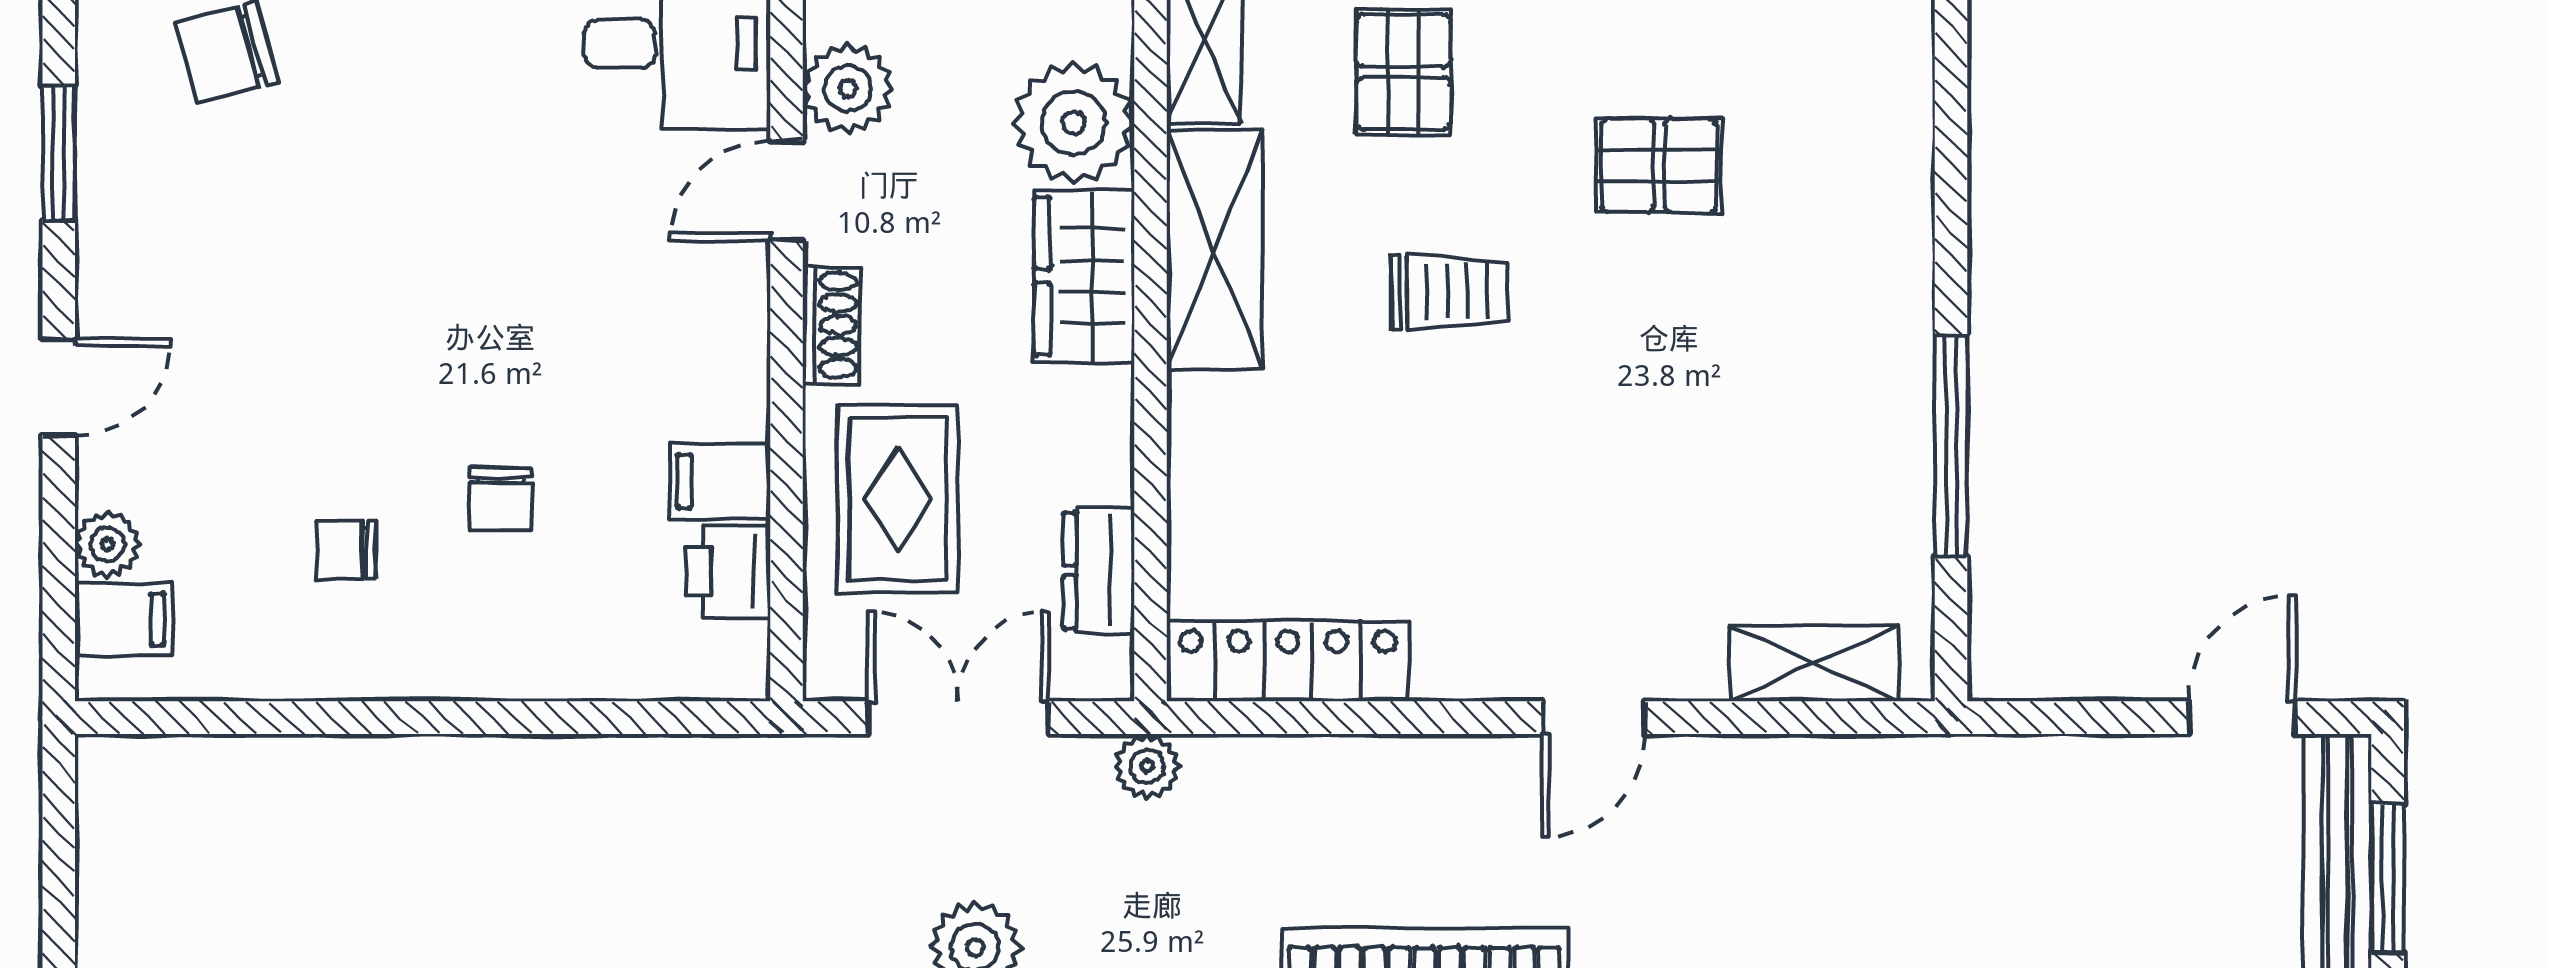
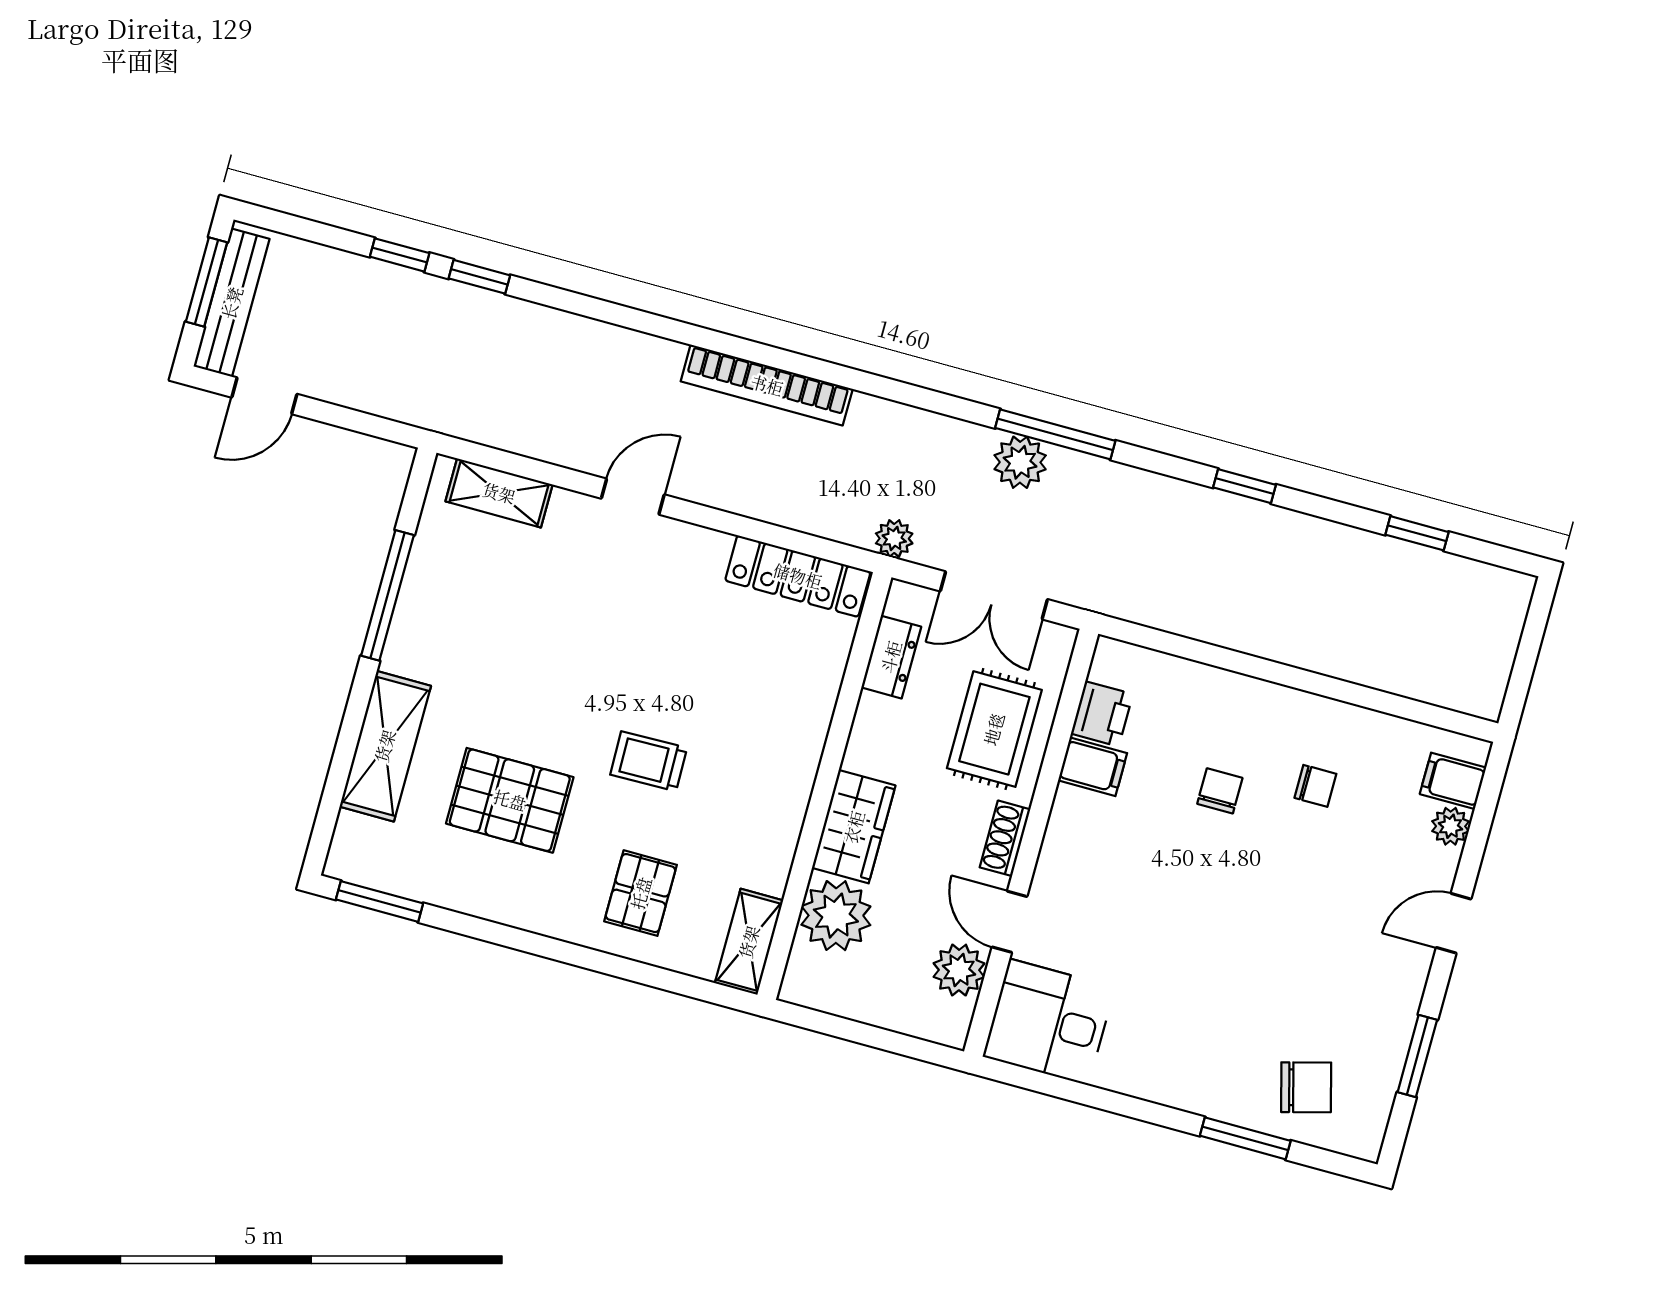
pallet: (1659, 165) -> (510, 800), width x1.50, depth x1.42
door: (787, 190) -> (1010, 922), swing flipped
shelving: (1214, 250) -> (385, 746), moved

